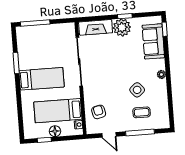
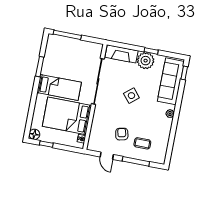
sofa: (153, 41) -> (171, 81), width x1.36
side table: (137, 90) -> (131, 96), moved
bed: (58, 111) -> (67, 116), width x1.50
armchair: (99, 112) -> (122, 134), moved
floor lamp: (55, 131) -> (34, 134), moved

